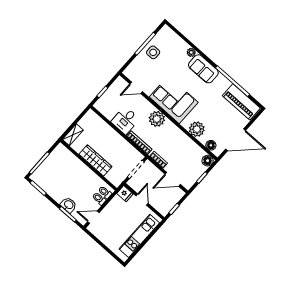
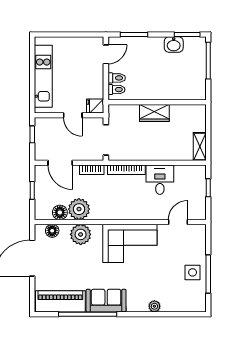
sofa: (203, 69) -> (106, 301), moved
plant: (157, 119) -> (79, 209), moved
shelving: (73, 135) -> (200, 146), moved
wardrobe: (95, 160) -> (154, 113), width x0.67
floor lamp: (208, 161) -> (60, 212), moved
door: (173, 179) -> (60, 163), swing flipped
washbasin: (69, 205) -> (174, 45), moved

